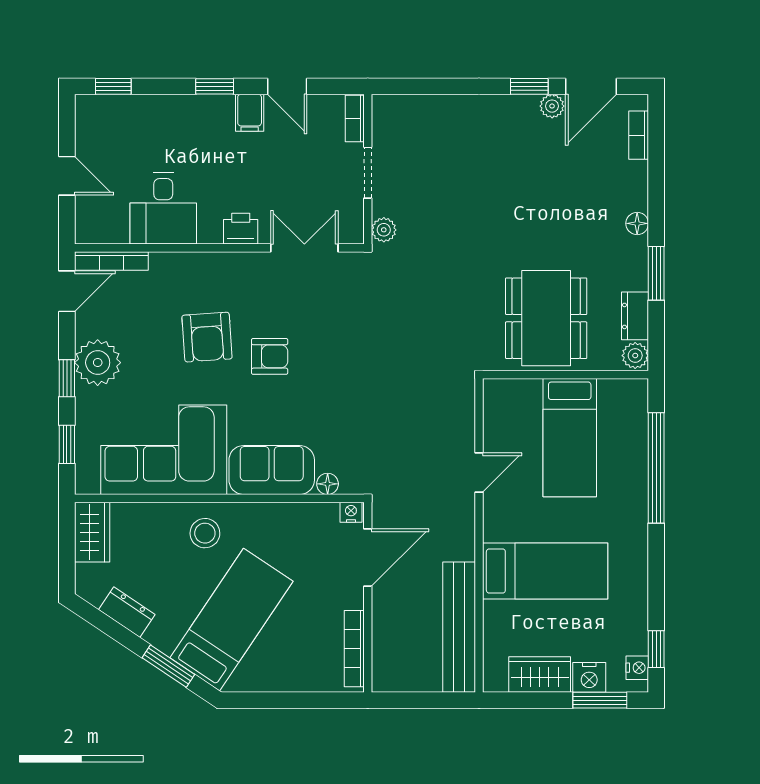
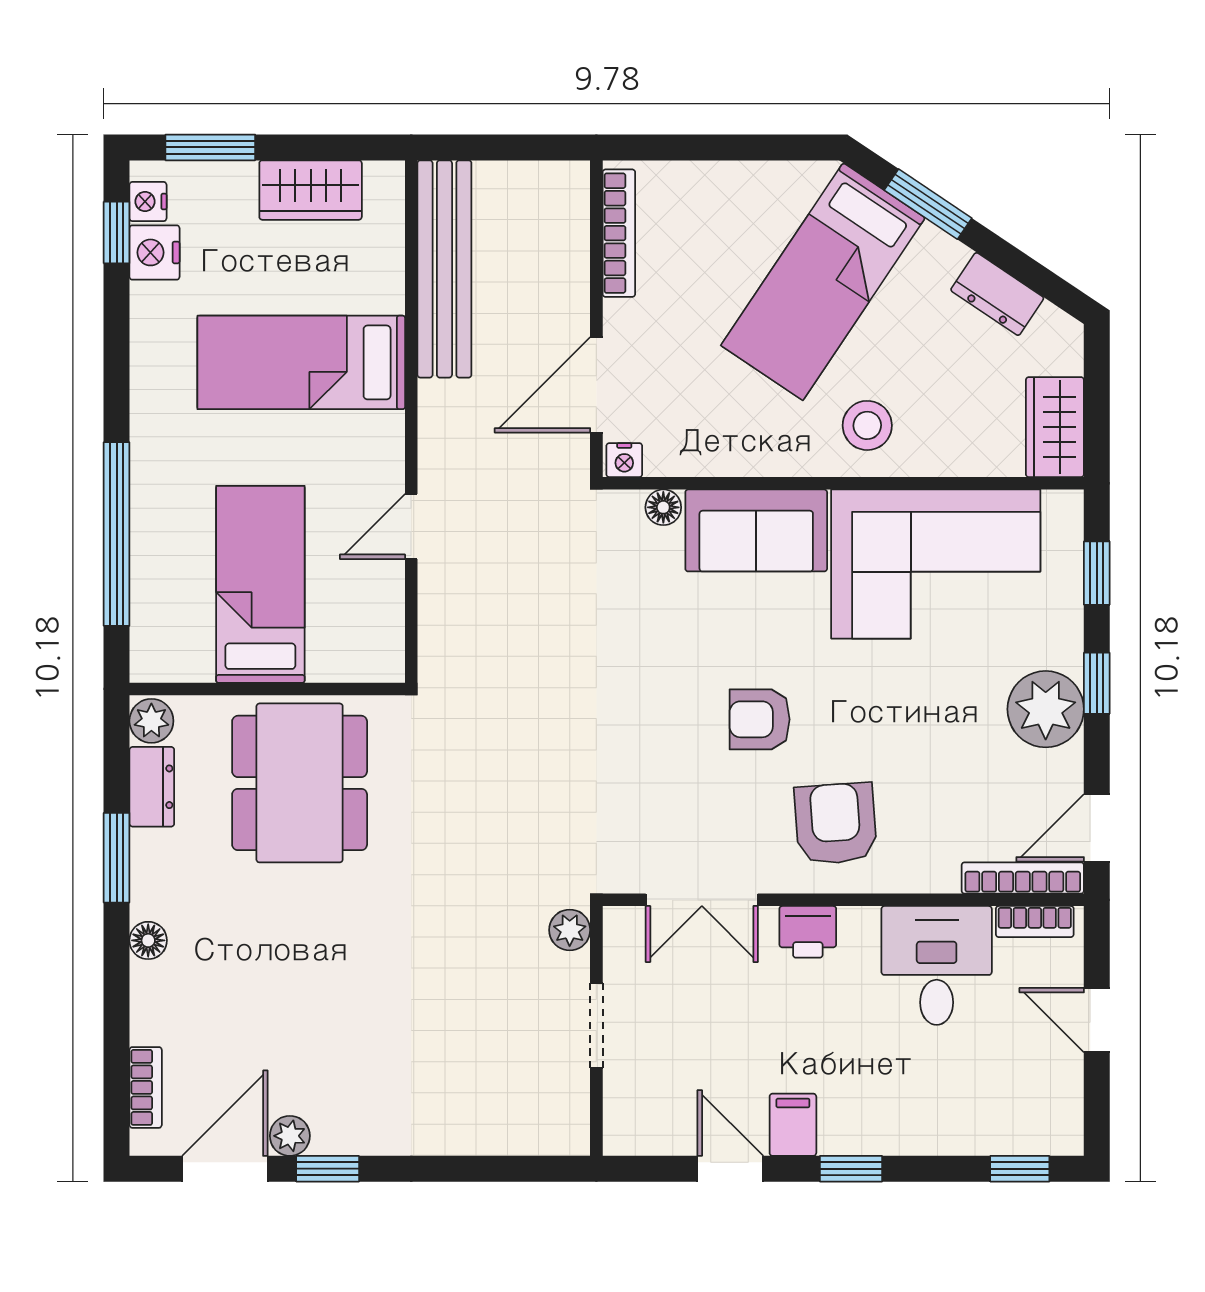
bookcase: (355, 119) -> (1035, 922), moved, turned 90
armchair: (207, 337) -> (836, 824), moved
nightstand: (589, 677) -> (154, 252), moved, turned -90

